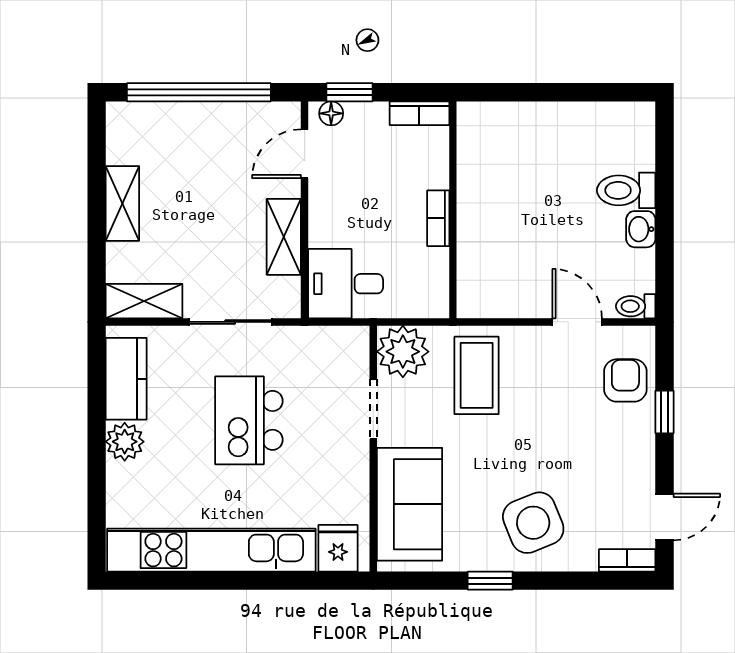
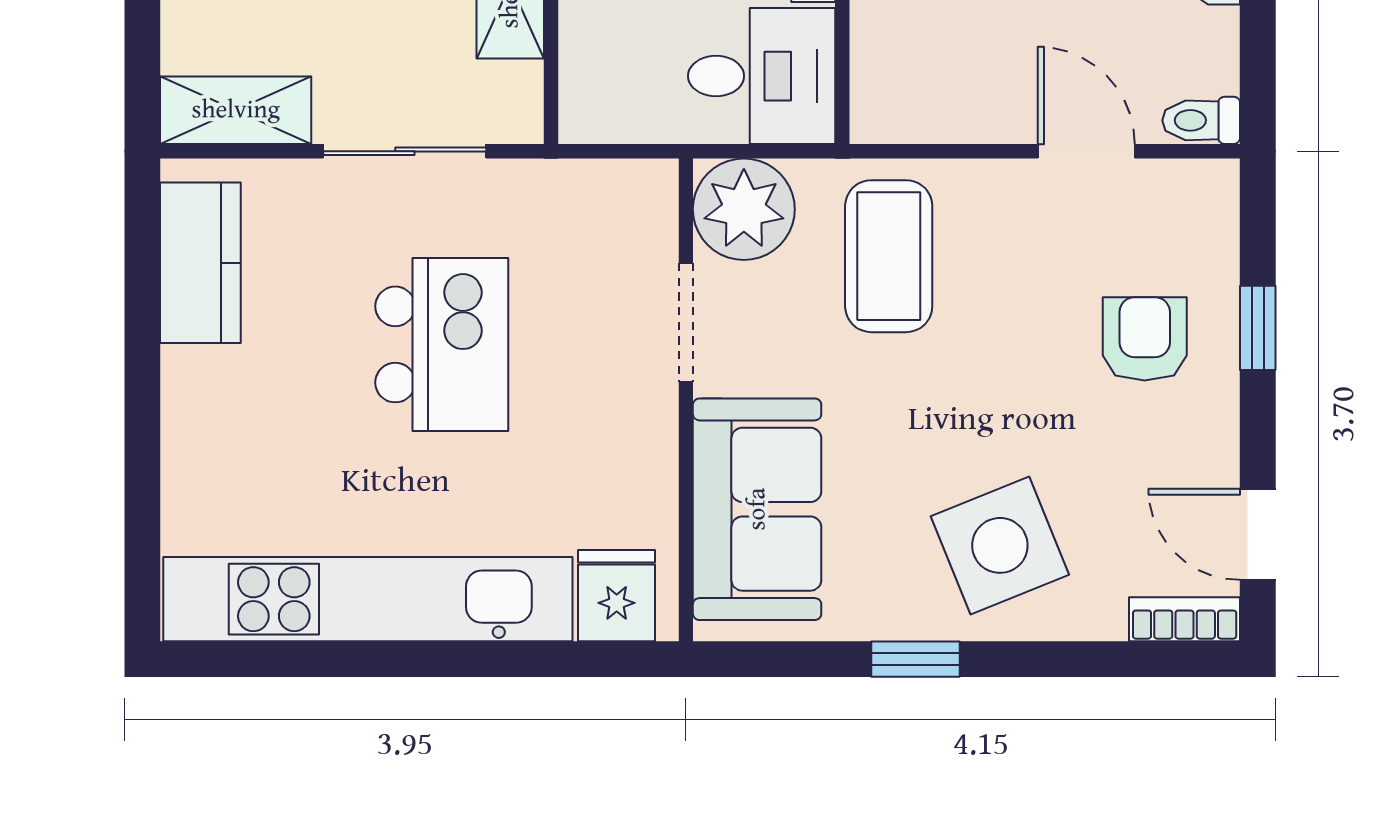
desk: (346, 284) -> (762, 76), moved, turned 180
armchair: (625, 380) -> (1145, 339), moved
kitchen island: (249, 420) -> (442, 344), turned 180
plant: (125, 442) -> (198, 386), removed
door: (664, 517) -> (1258, 534), swing flipped

